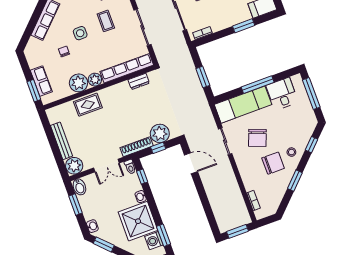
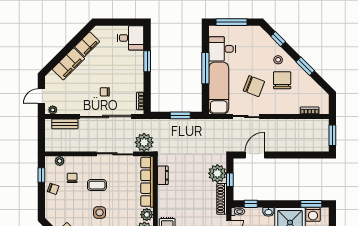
plant: (164, 51) -> (144, 142), added

